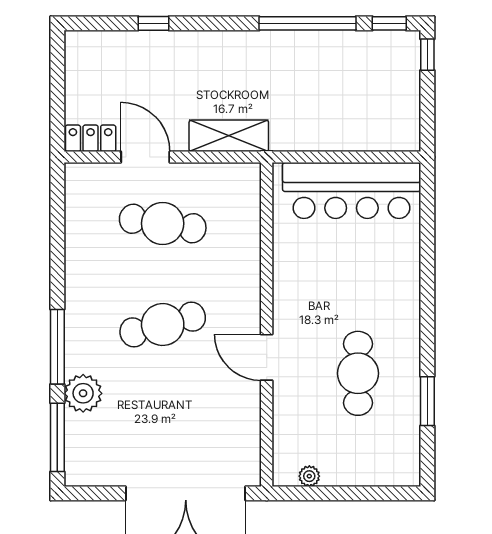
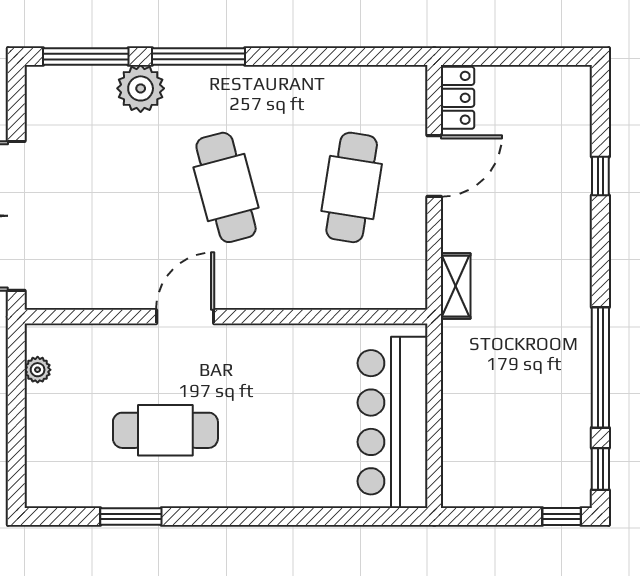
shelving: (229, 136) -> (456, 286), width x0.67, depth x0.75

